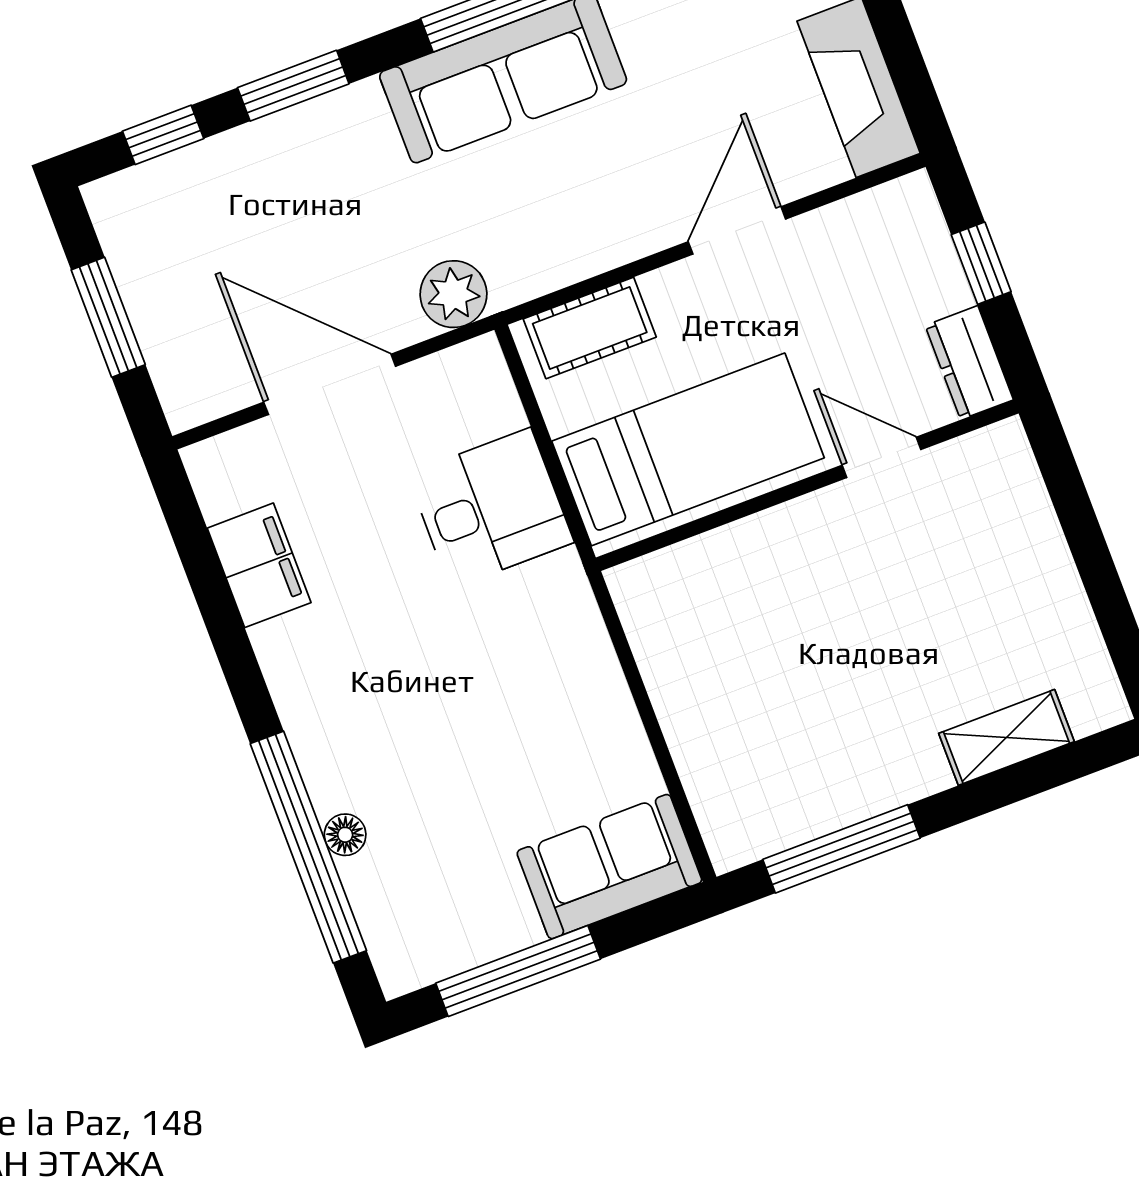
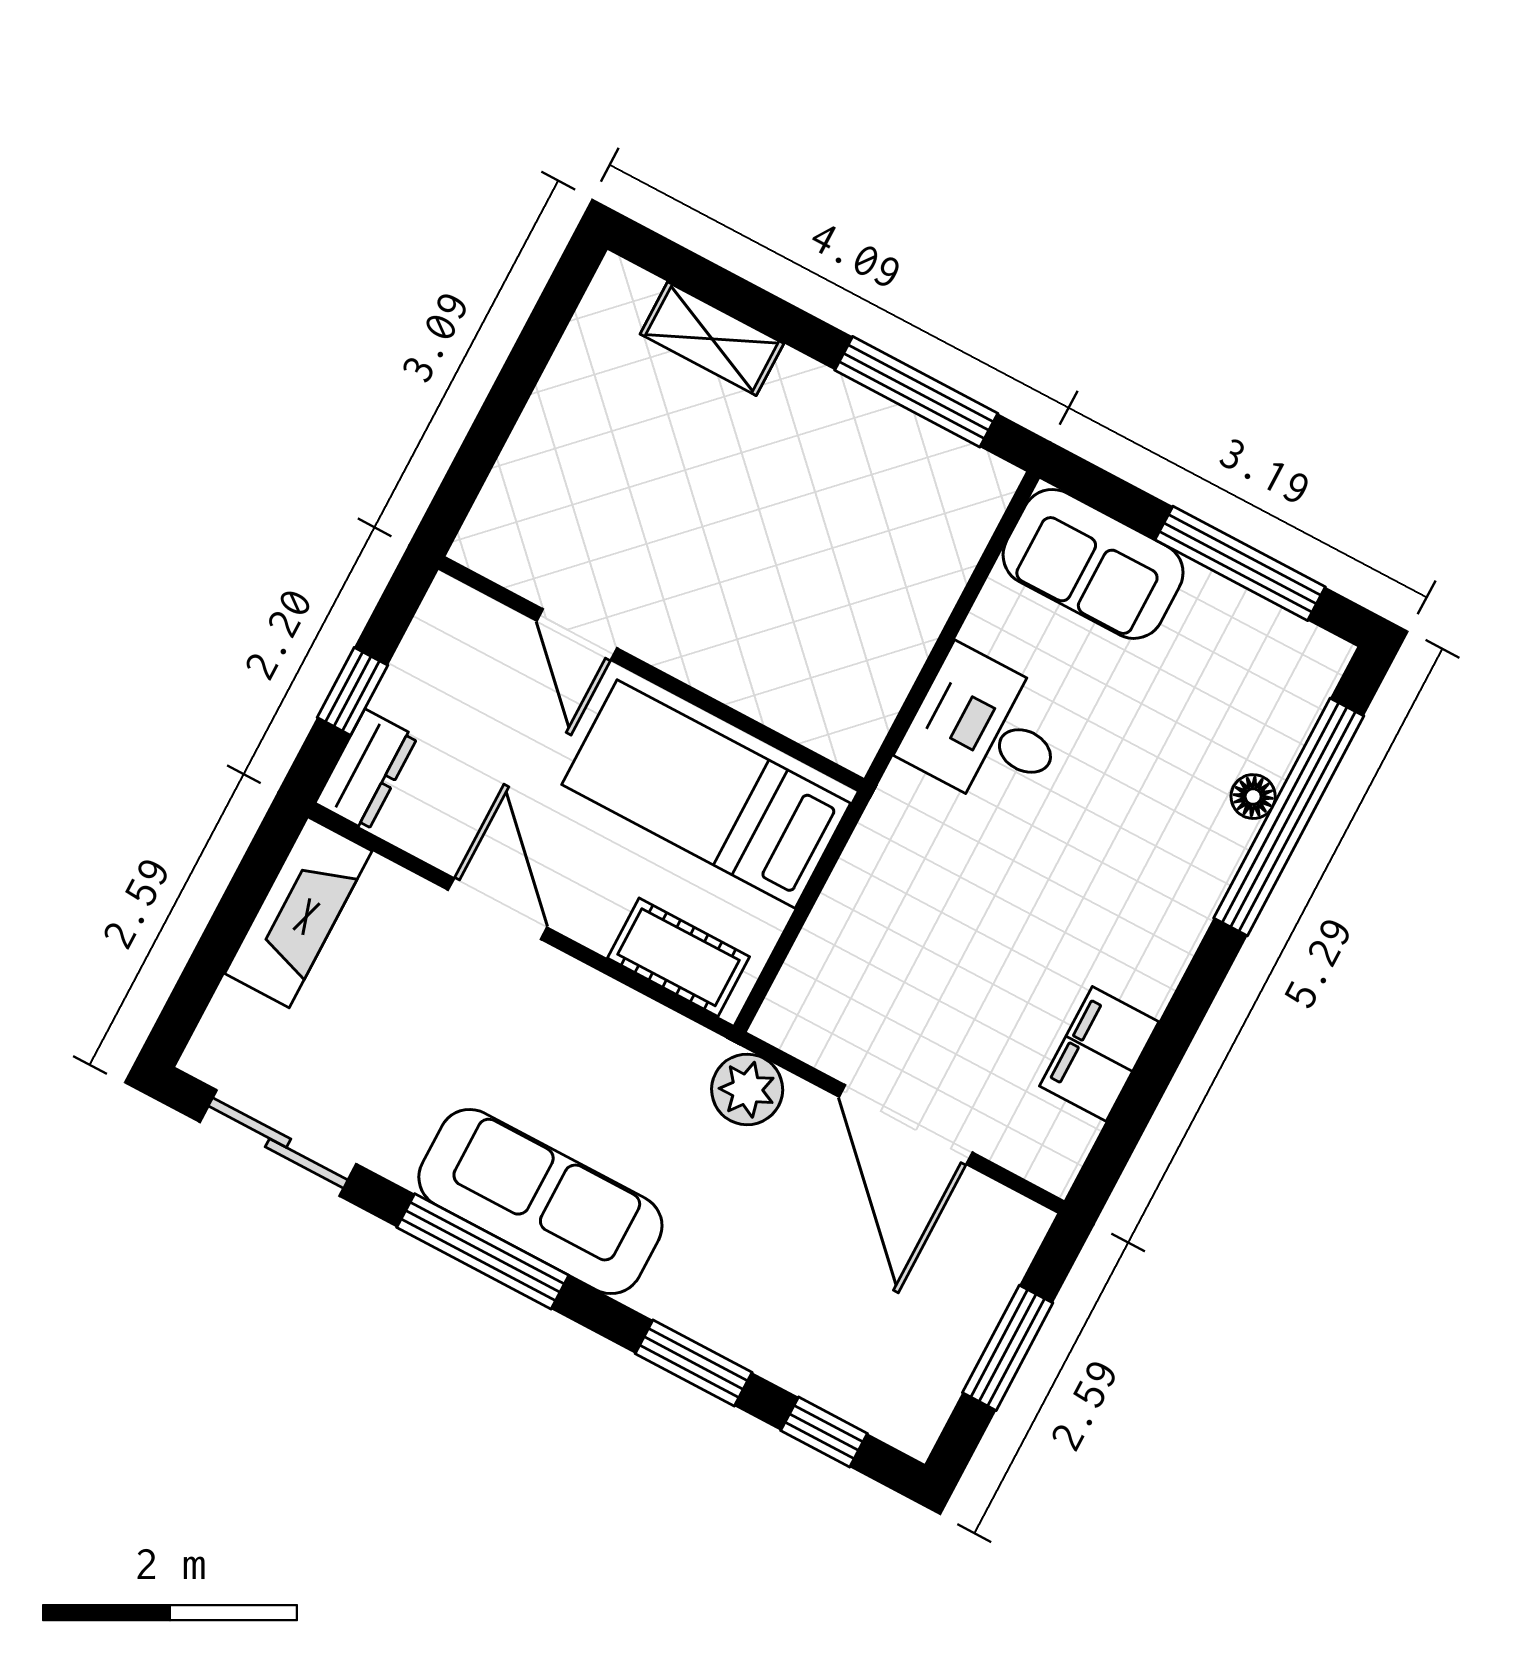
door: (737, 230) -> (498, 909), swing flipped
dresser: (969, 363) -> (366, 770), moved
desk: (491, 508) -> (986, 731), moved

